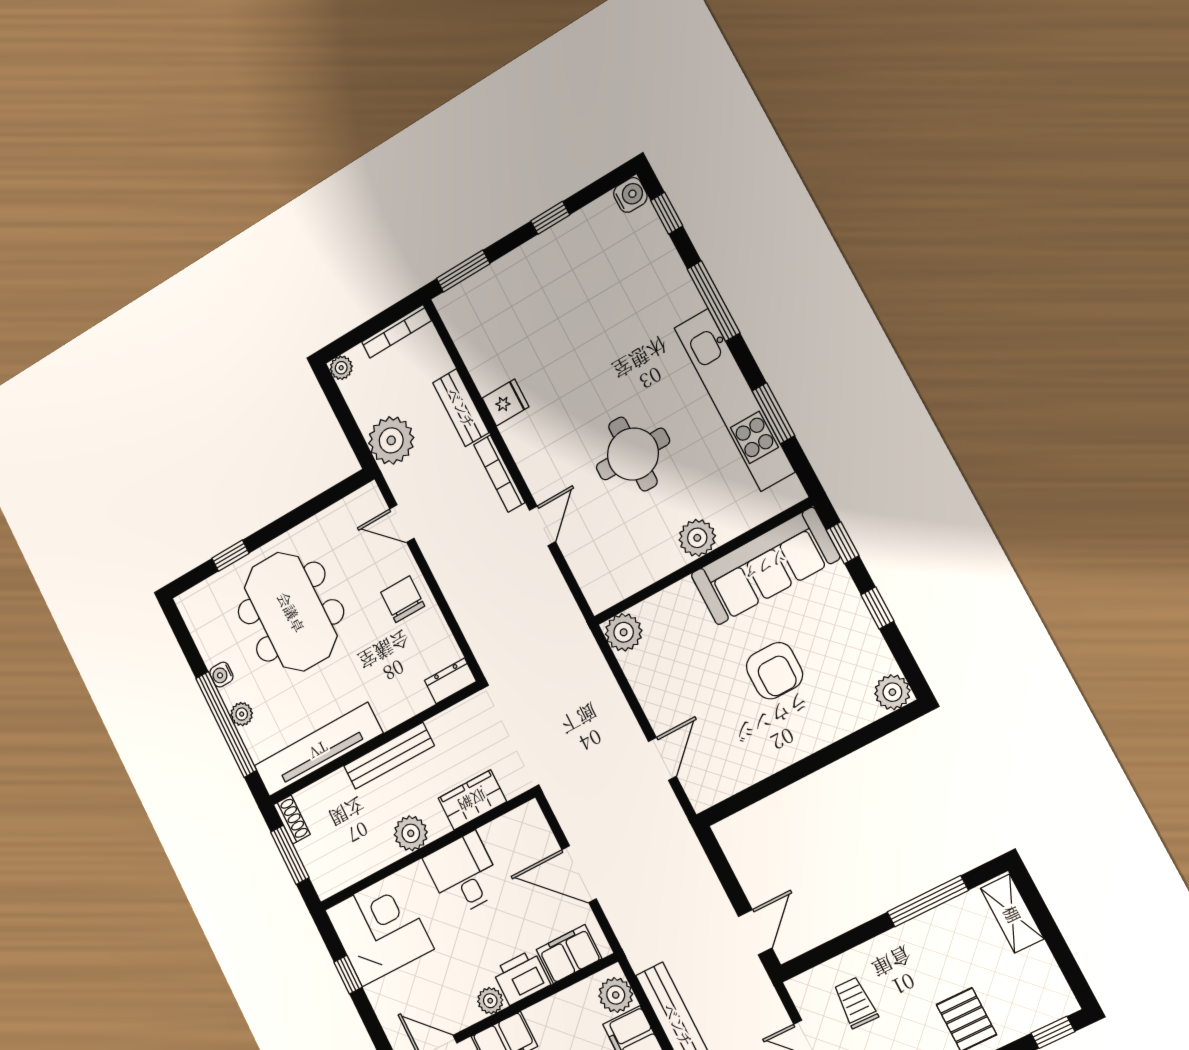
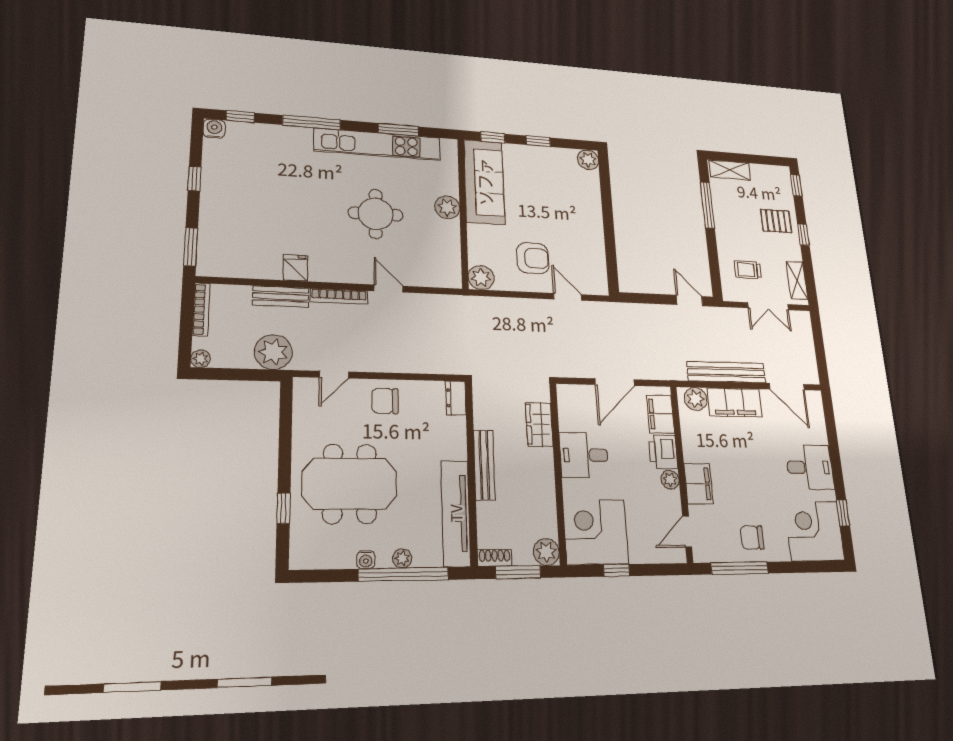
armchair: (774, 671) -> (533, 258), moved
plant: (411, 833) -> (546, 552), moved

